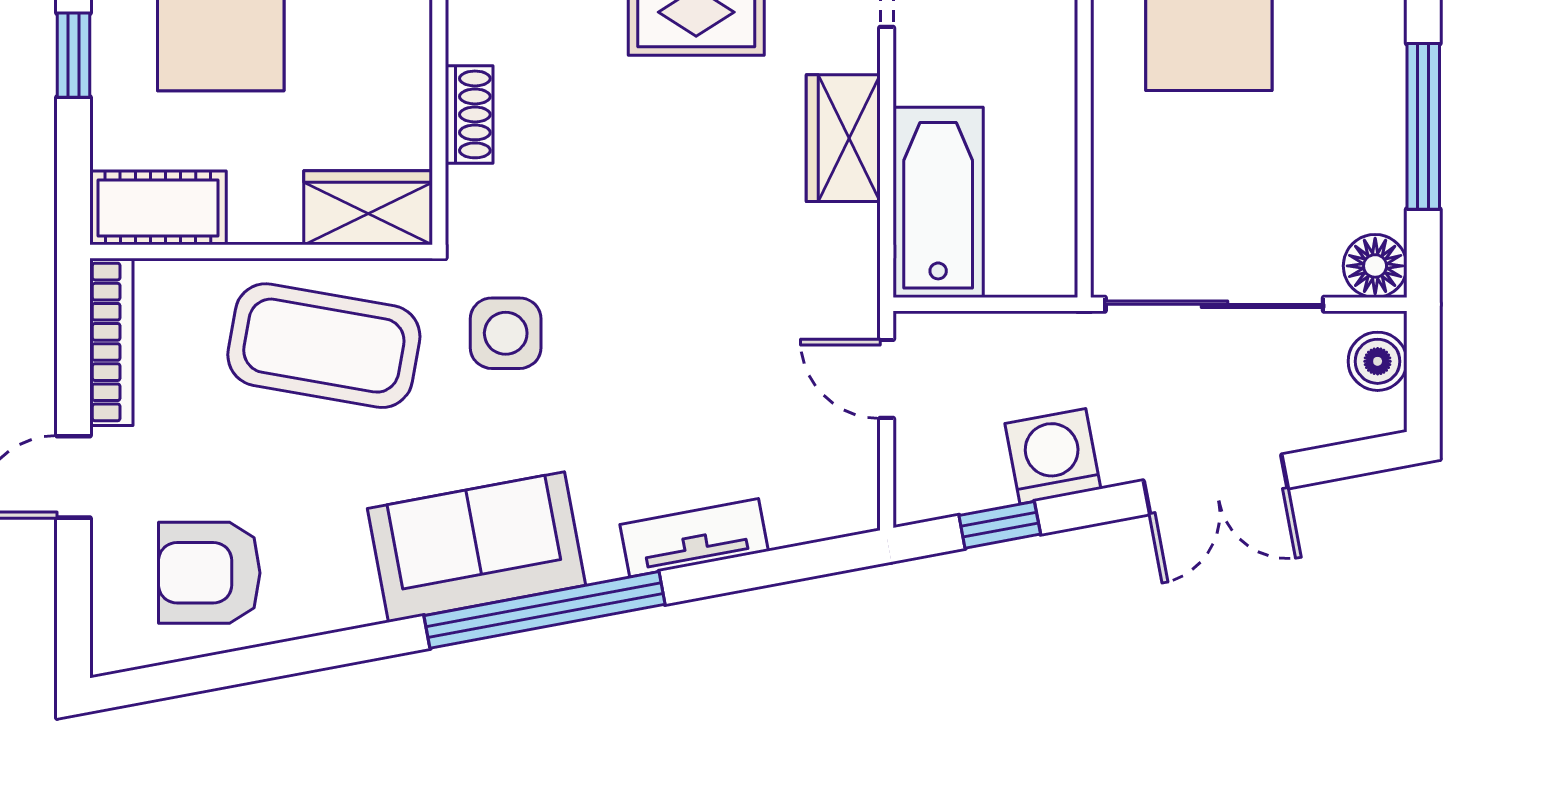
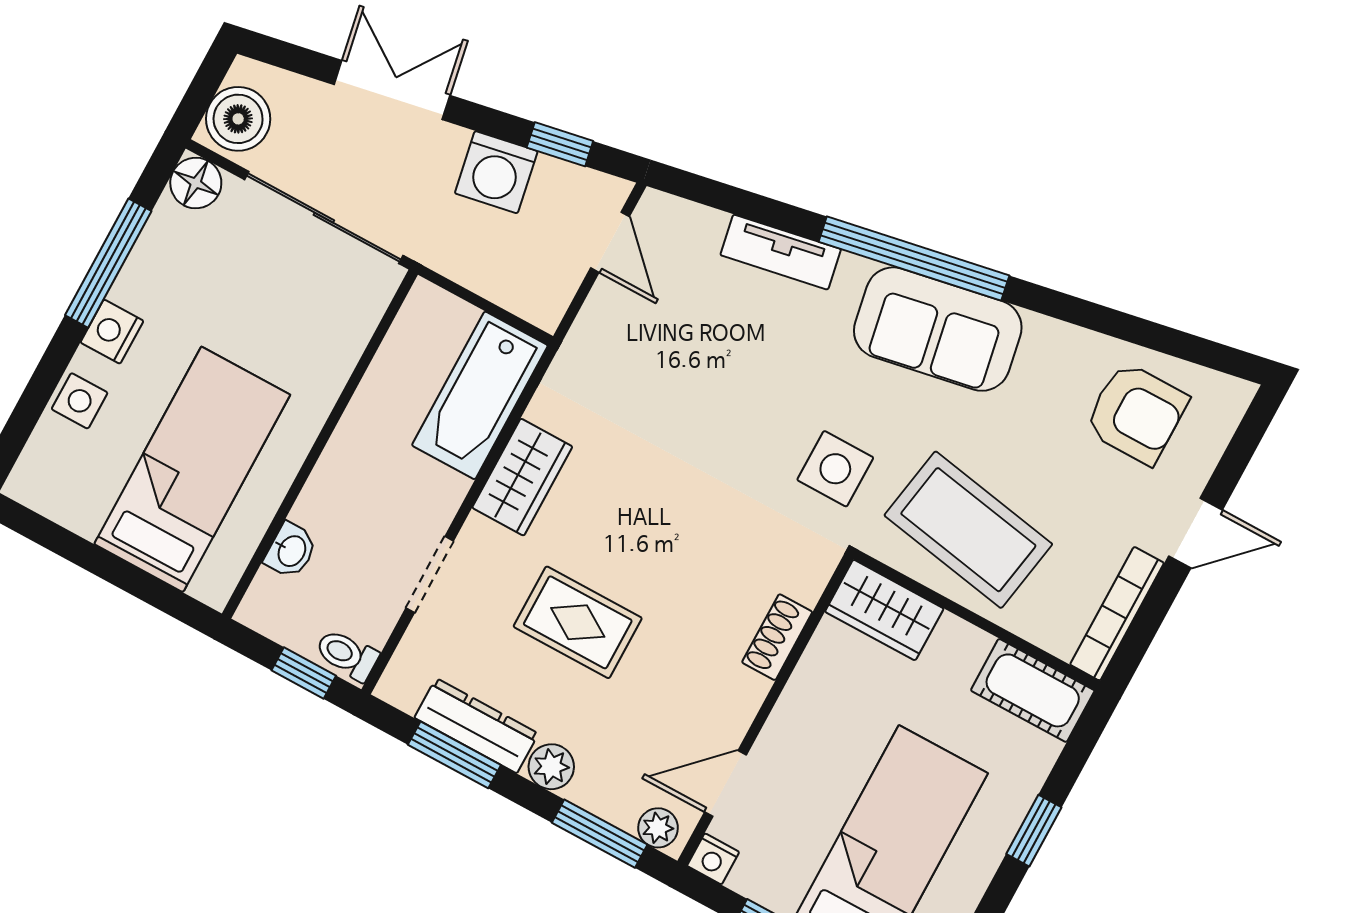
nightstand: (1378, 54) -> (112, 332), added
boiler: (1378, 361) -> (238, 119), width x1.36, depth x1.36
door: (887, 379) -> (610, 242), moved

